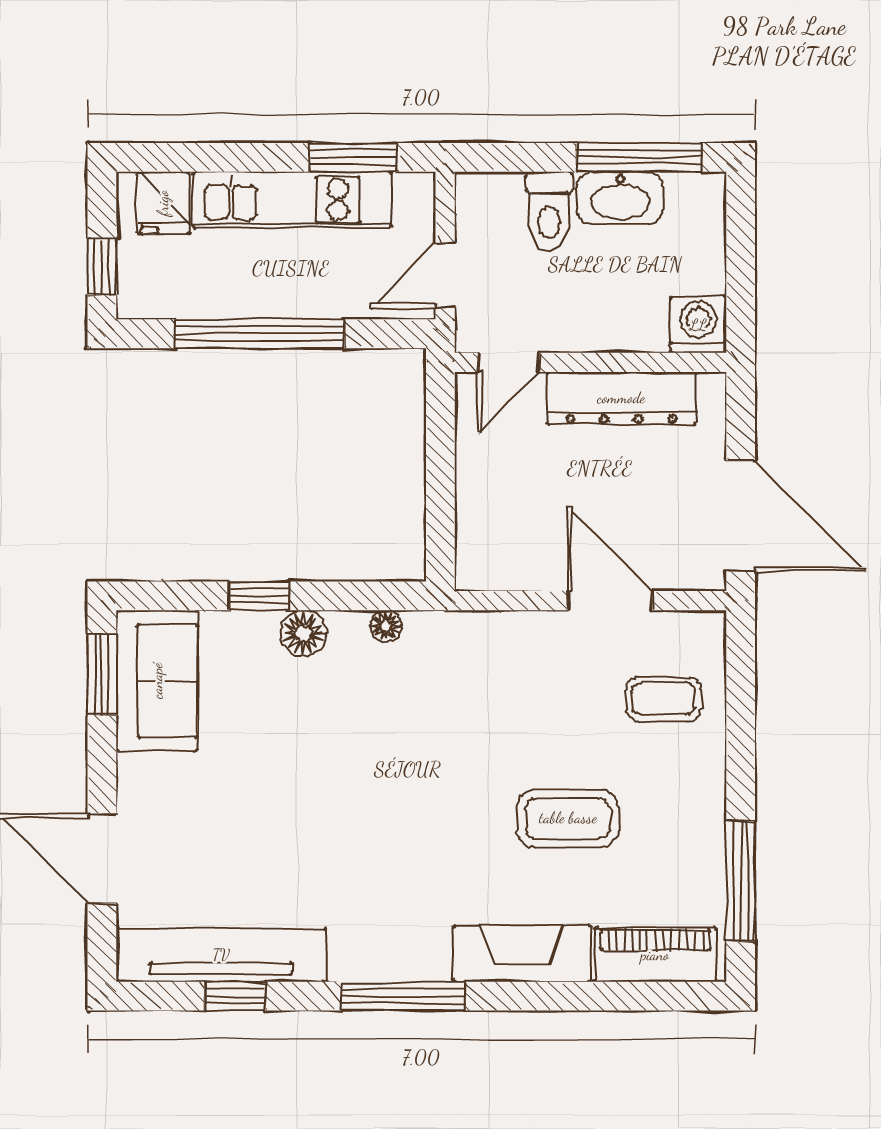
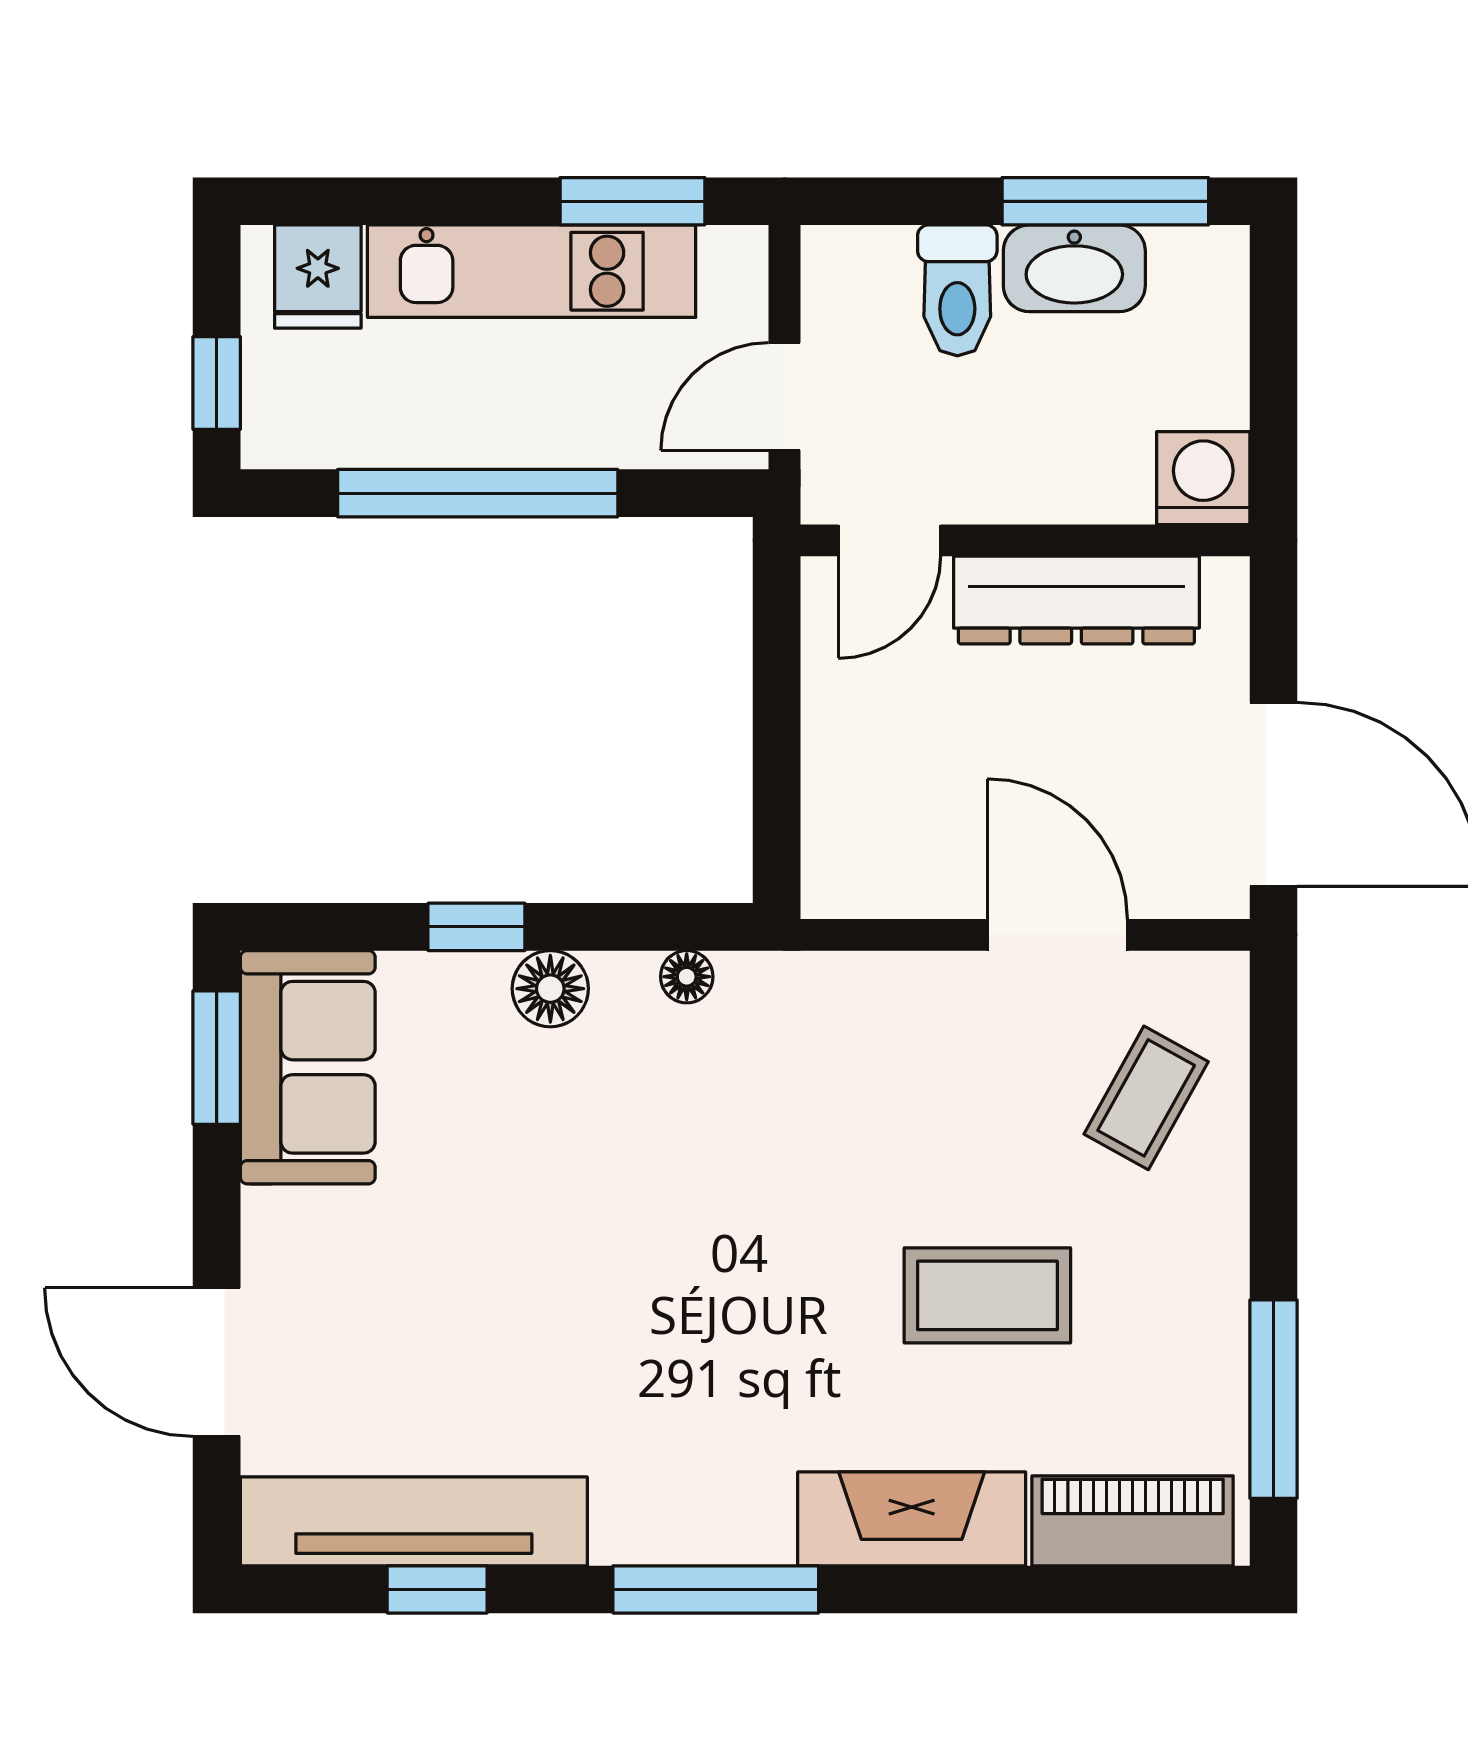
coffee table: (664, 699) -> (1146, 1098), turned -61

